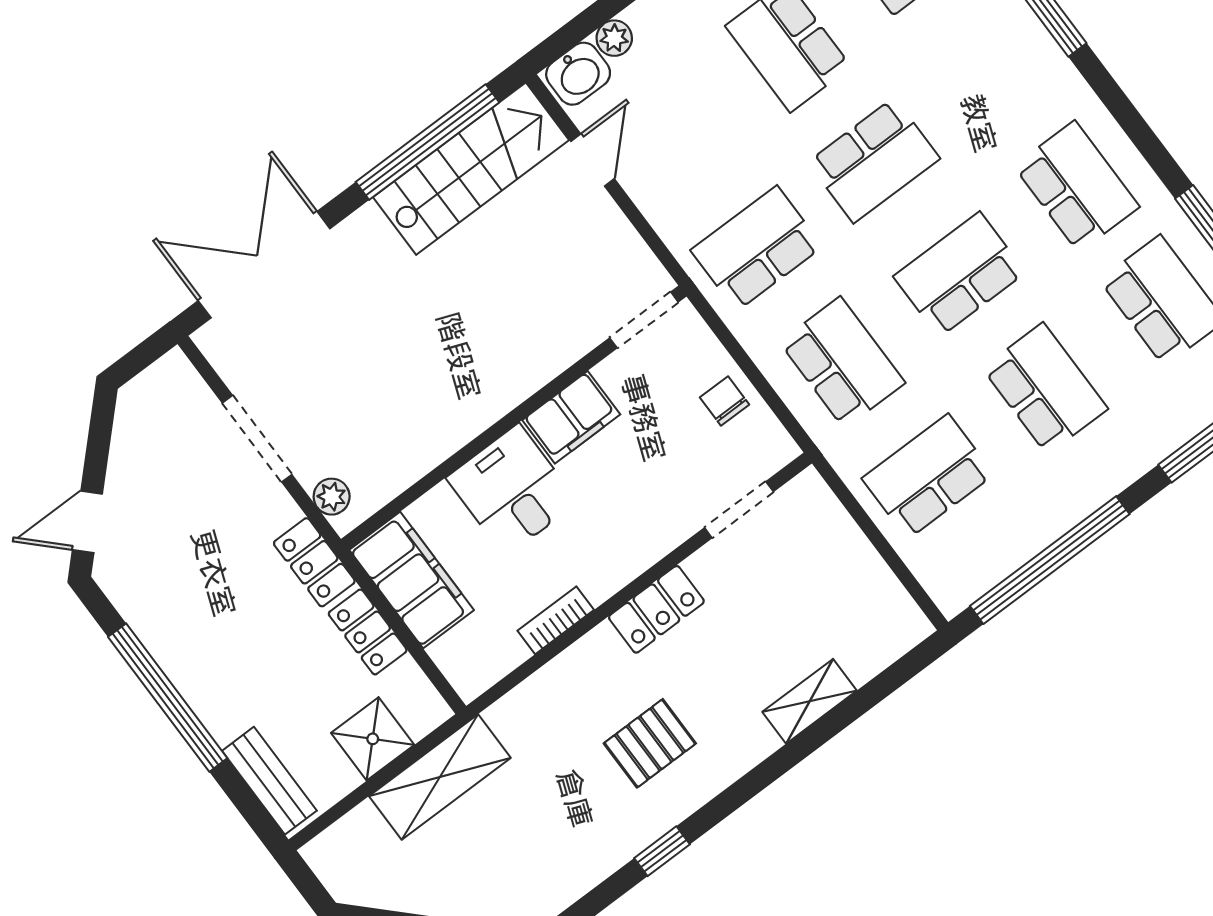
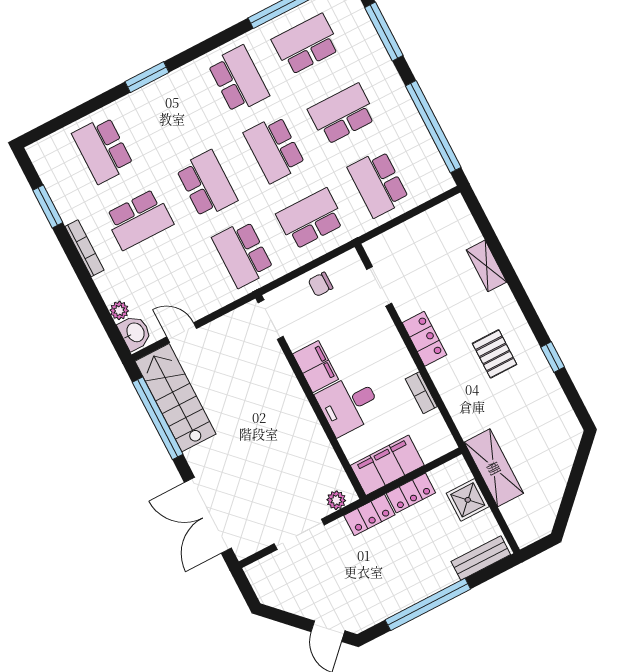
school desk: (1077, 186) -> (238, 80), turned 90

